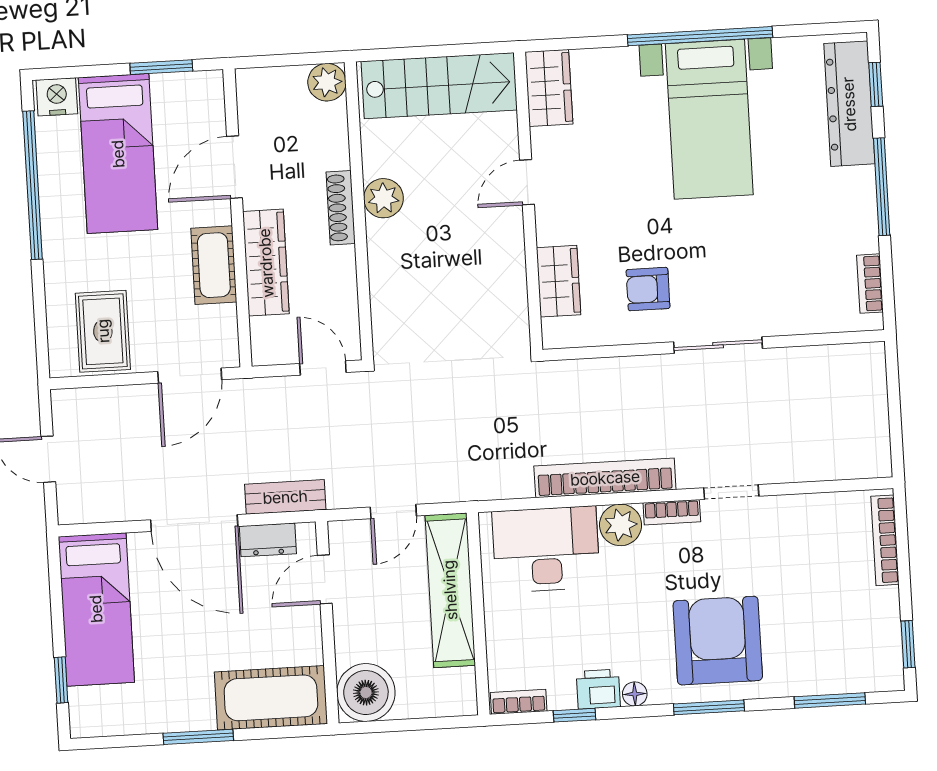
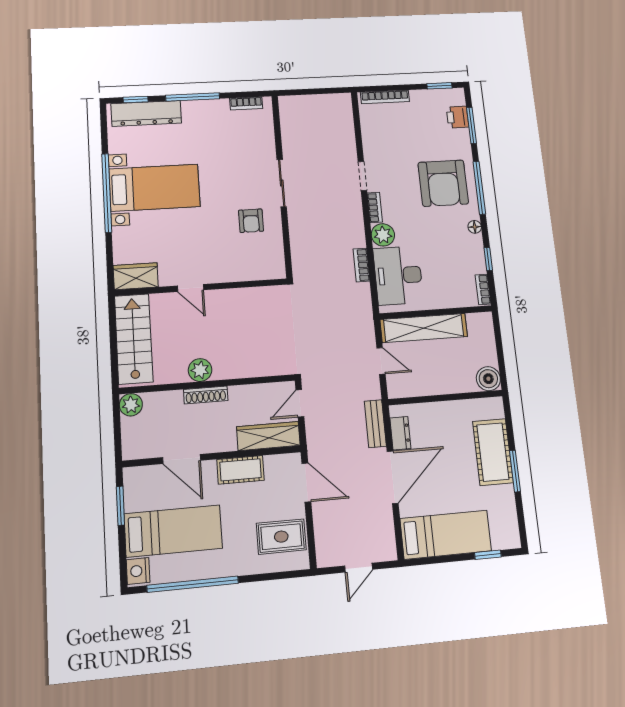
wardrobe: (266, 263) -> (268, 436), moved
wardrobe: (559, 281) -> (247, 270), removed
bookcase: (605, 478) -> (361, 265), width x0.43, depth x0.76
door: (325, 579) -> (421, 400), removed
armchair: (718, 641) -> (443, 183), turned -90
printer: (598, 689) -> (457, 117), moved
boiler: (366, 693) -> (488, 379), width x0.73, depth x0.73
cot: (271, 698) -> (493, 452), moved
window: (709, 707) -> (479, 188), width x1.44

